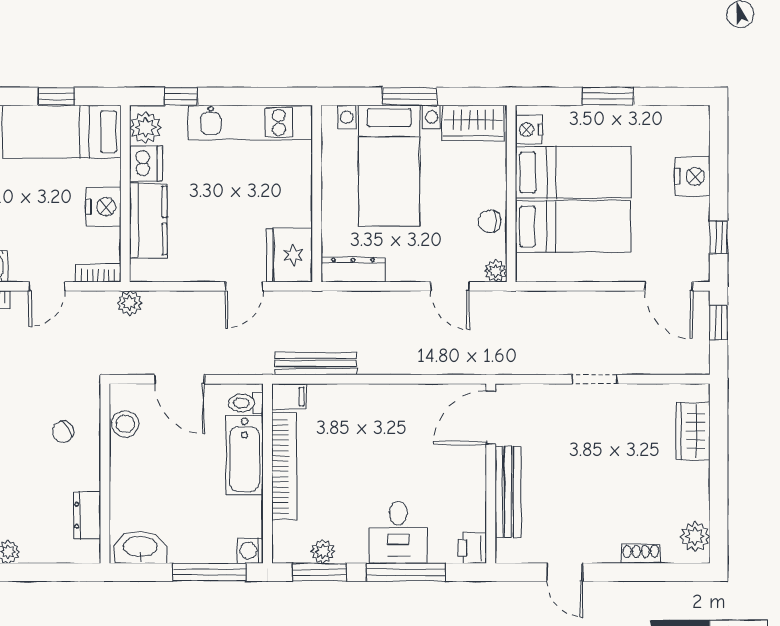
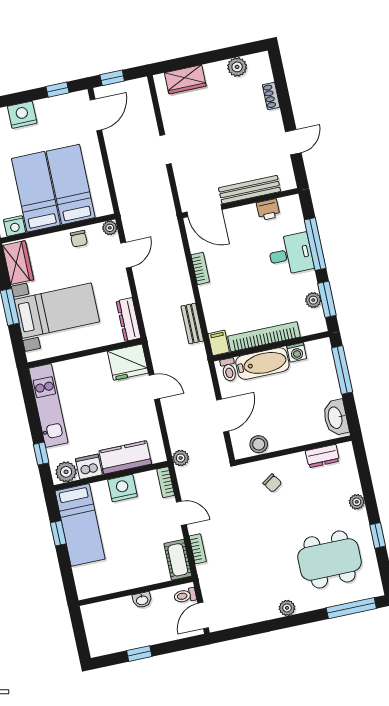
bench: (316, 363) -> (192, 323), width x0.73
bookcase: (406, 393) -> (200, 268), added
plant: (695, 536) -> (237, 67), moved
printer: (472, 548) -> (268, 210), moved
washing machine: (250, 551) -> (297, 352), moved

